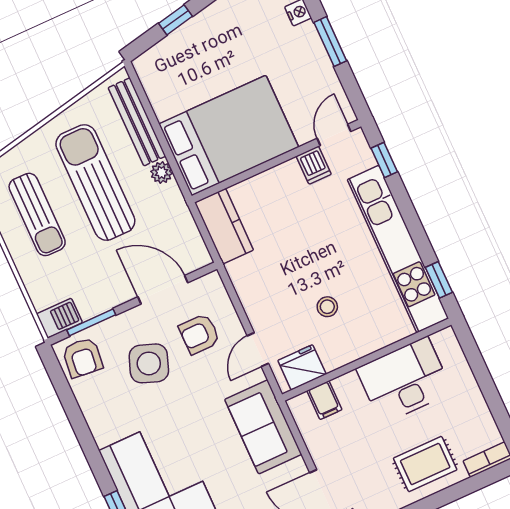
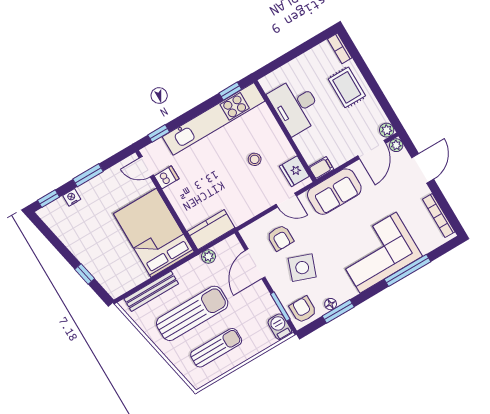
plant: (162, 173) -> (208, 257), moved
sun lounger: (95, 183) -> (192, 313), turned 180
armchair: (83, 358) -> (303, 310), turned -96
filing cabinet: (324, 400) -> (321, 168), moved
floor lamp: (87, 402) -> (331, 304), added
window: (74, 413) -> (338, 311), added

